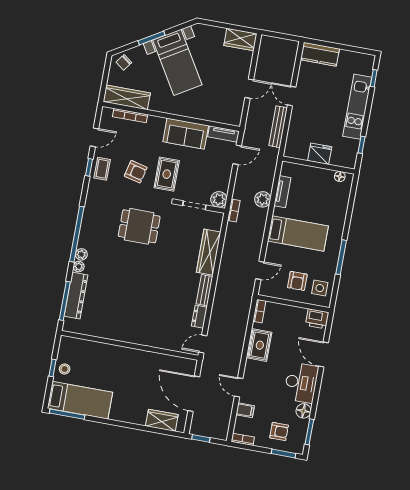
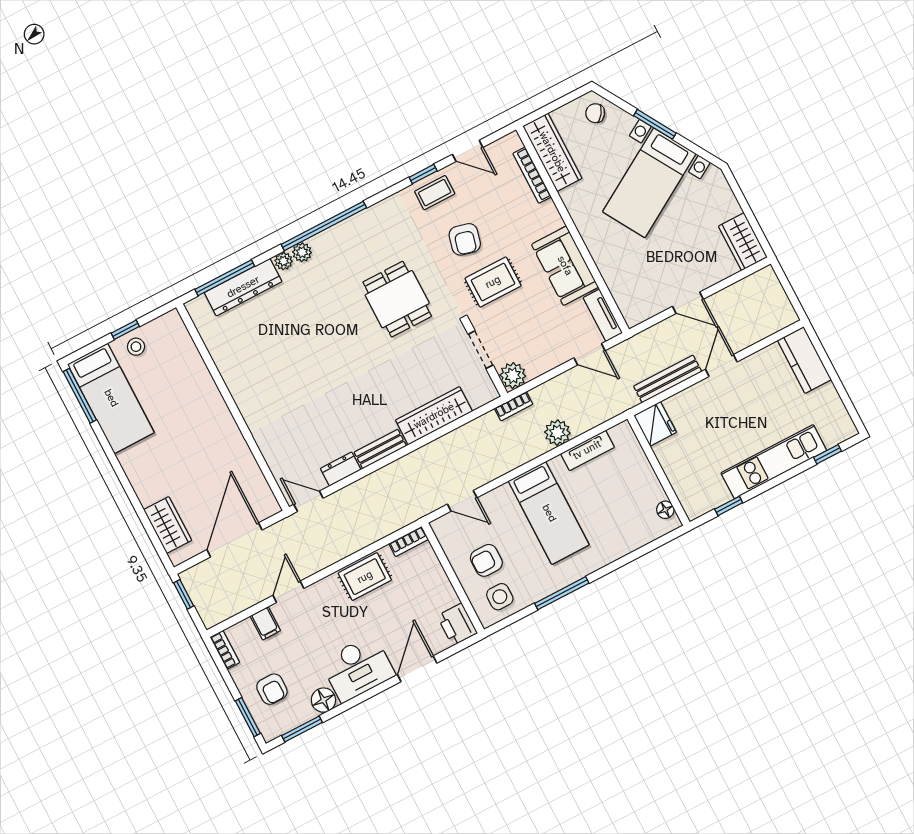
fridge: (320, 154) -> (655, 424), moved

